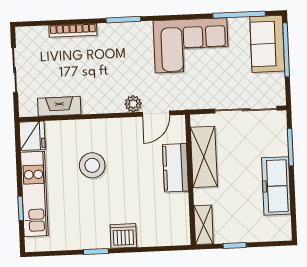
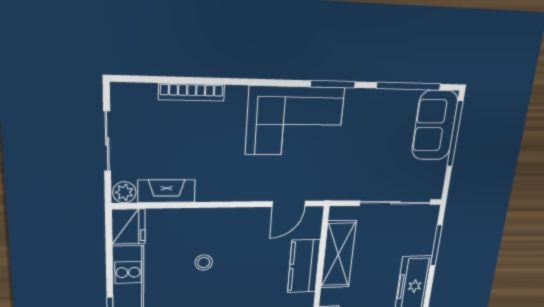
window: (123, 20) -> (333, 84), moved
corner sofa: (191, 45) -> (295, 121), moved
plant: (133, 104) -> (124, 192), moved
stool: (92, 165) -> (204, 262), width x0.53, depth x0.53

